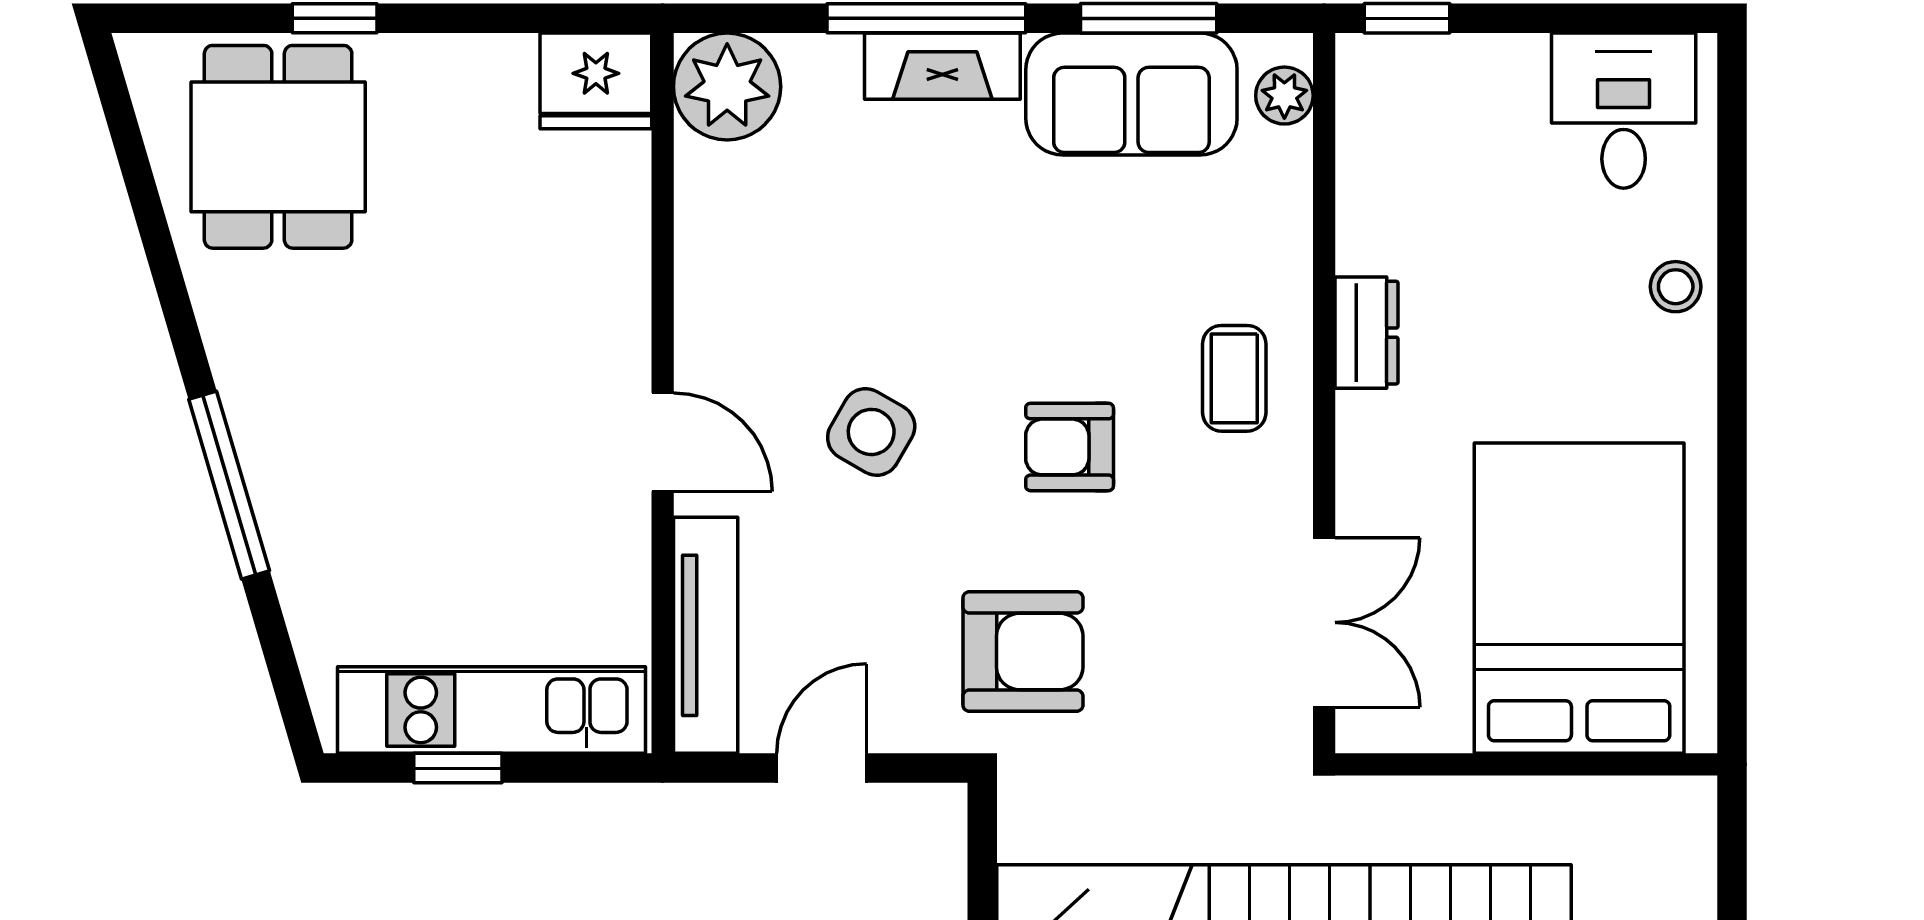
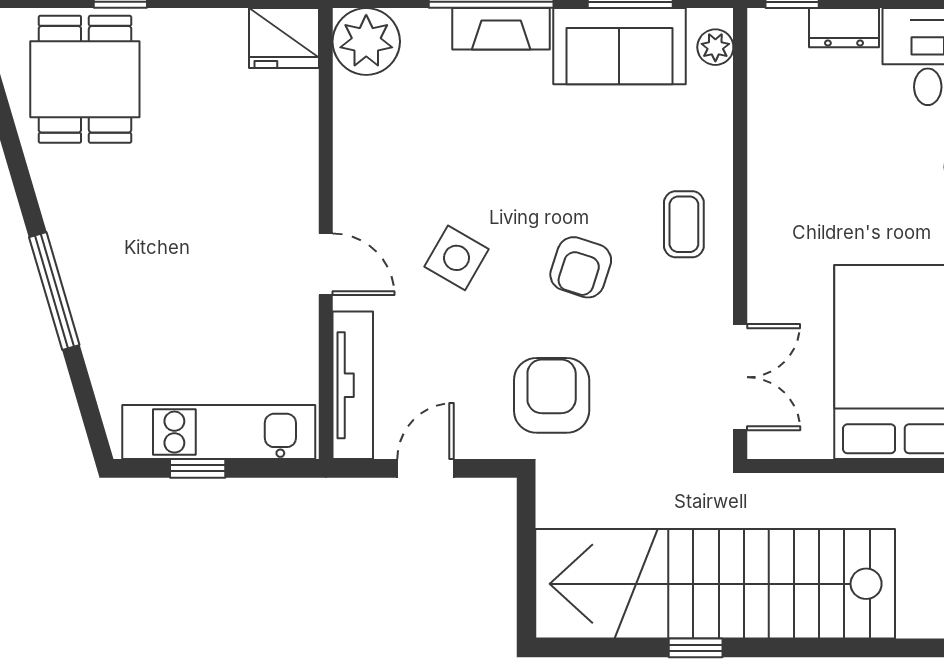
dresser: (1367, 333) -> (844, 28), moved, turned 90
armchair: (1070, 447) -> (581, 267), turned -72
armchair: (1023, 652) -> (552, 395), turned -90

